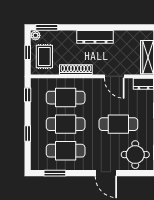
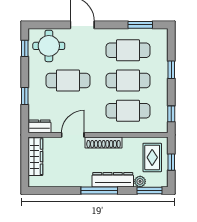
window: (91, 27) -> (99, 190), added
plant: (35, 35) -> (140, 181), moved
dresser: (95, 37) -> (113, 180), moved
shoe rack: (76, 70) -> (104, 143), moved
door: (114, 76) -> (73, 135), hinge flipped

